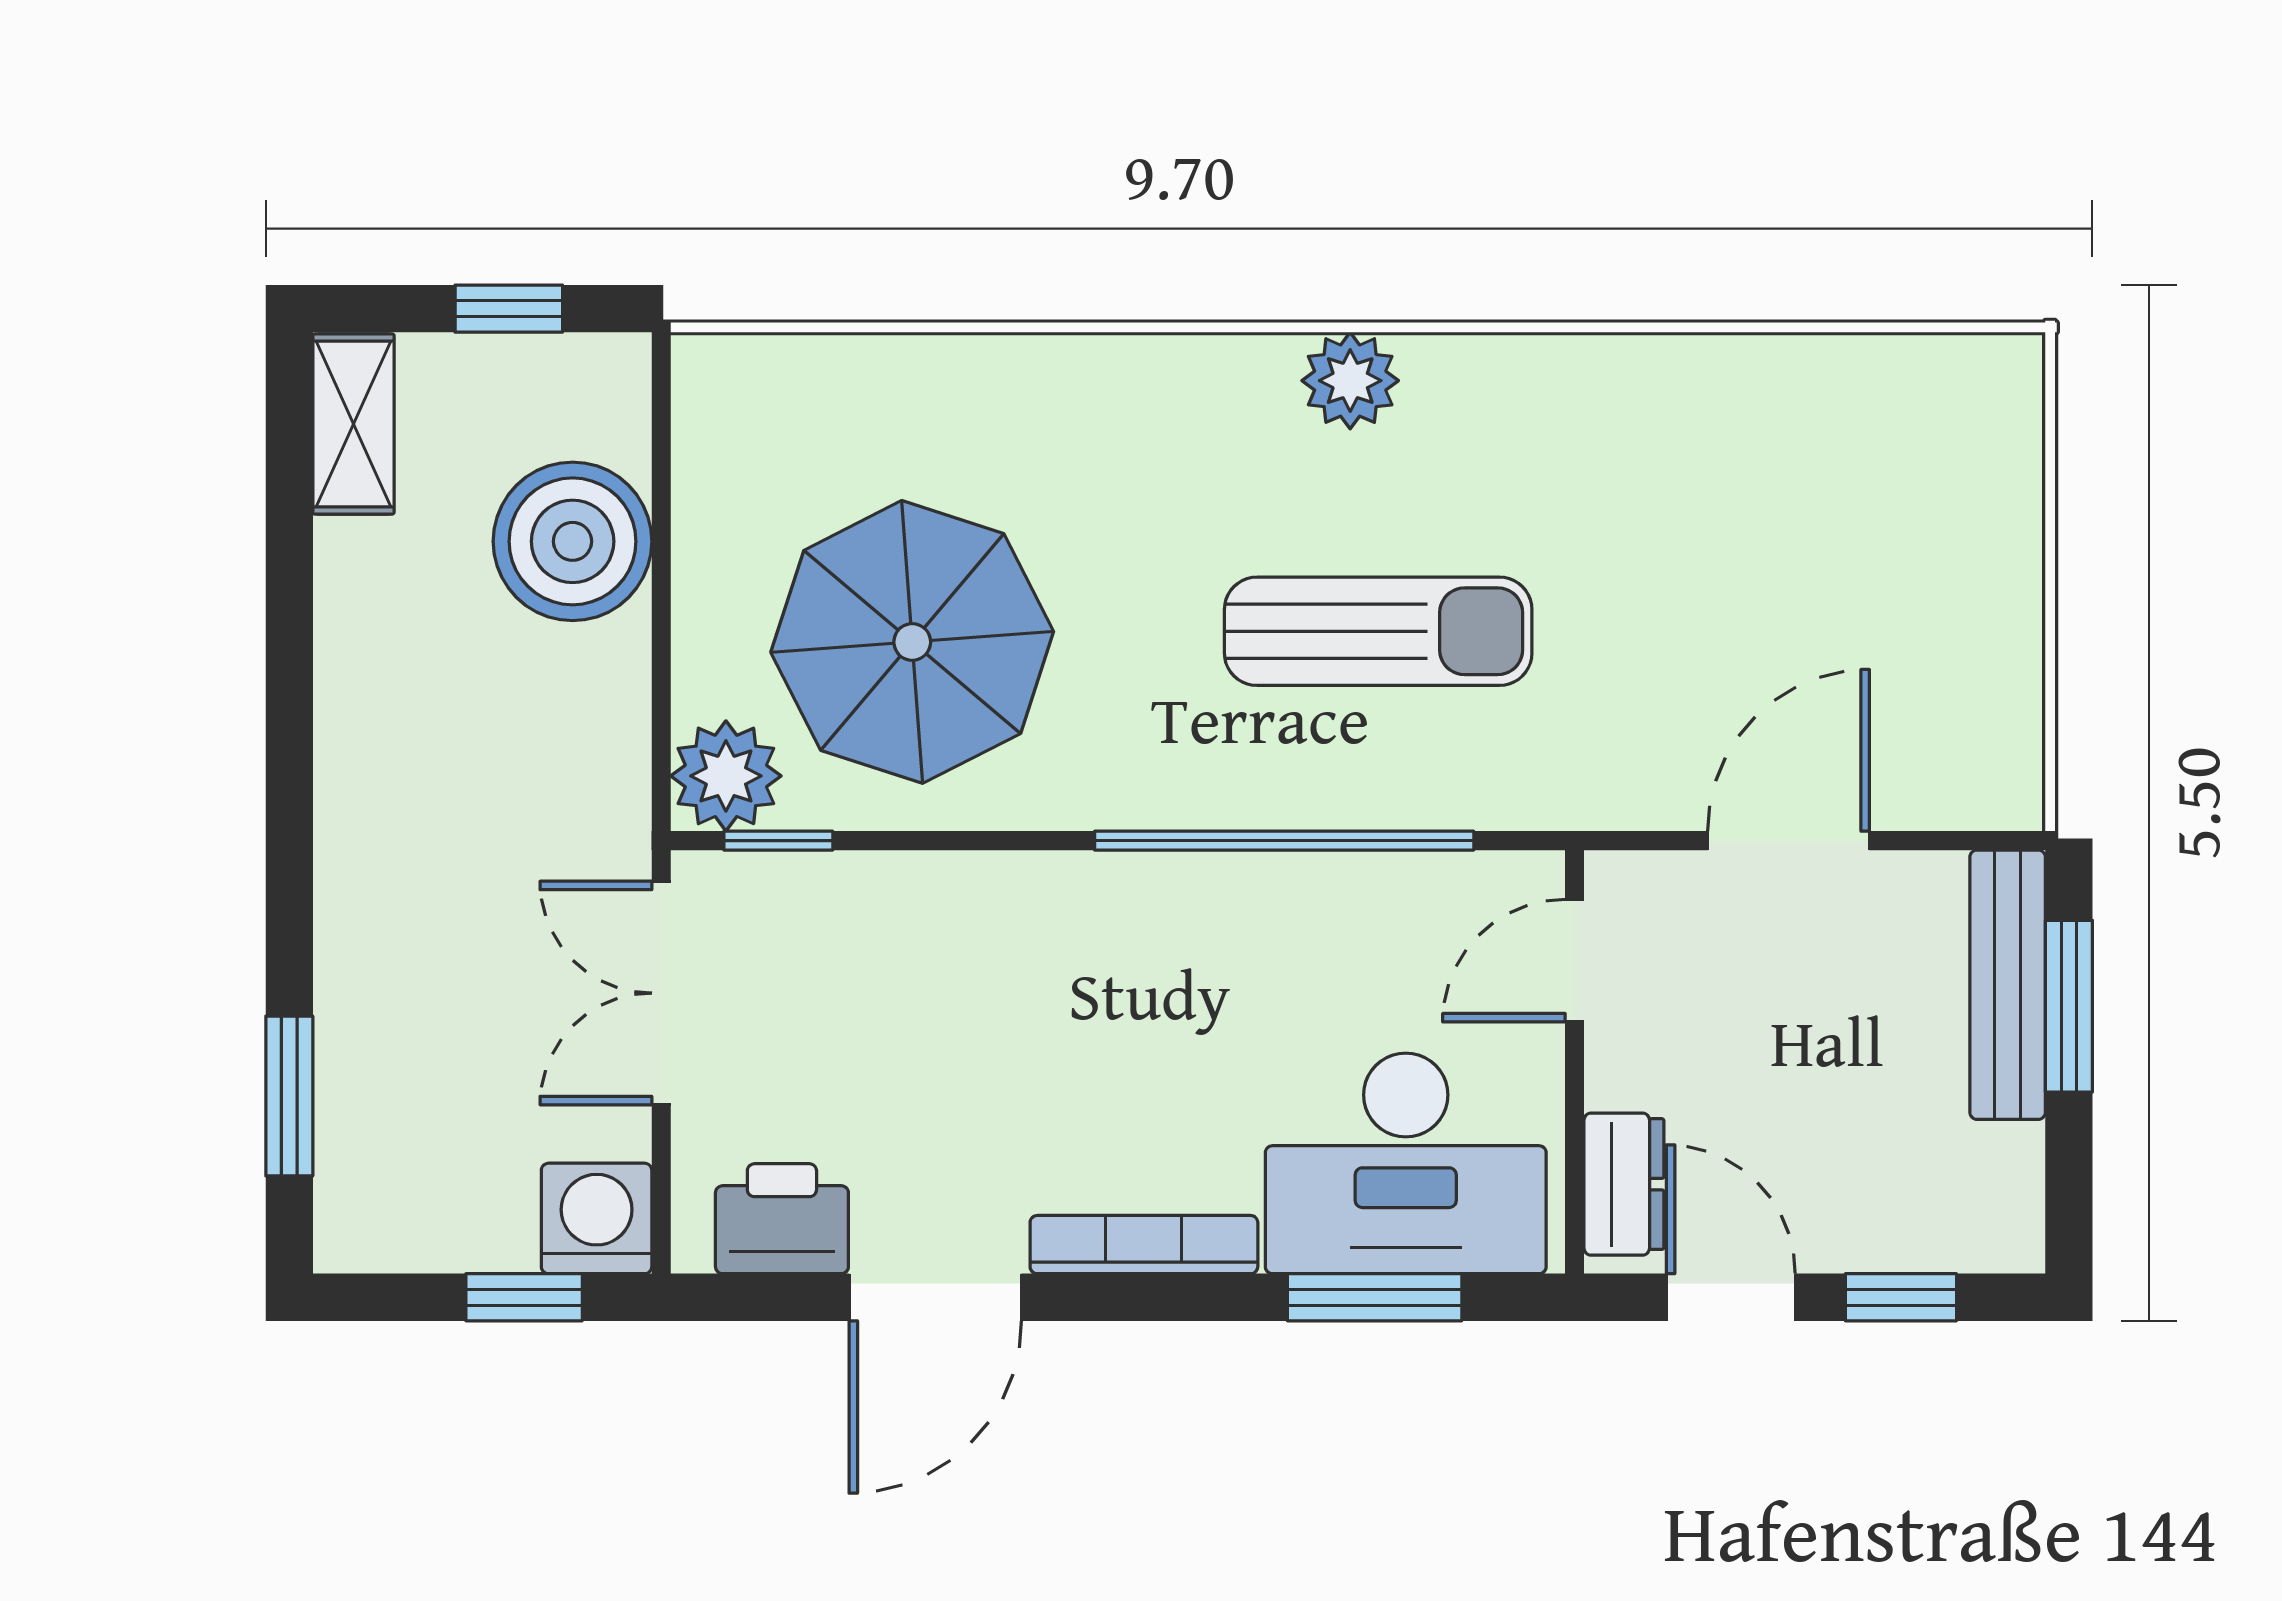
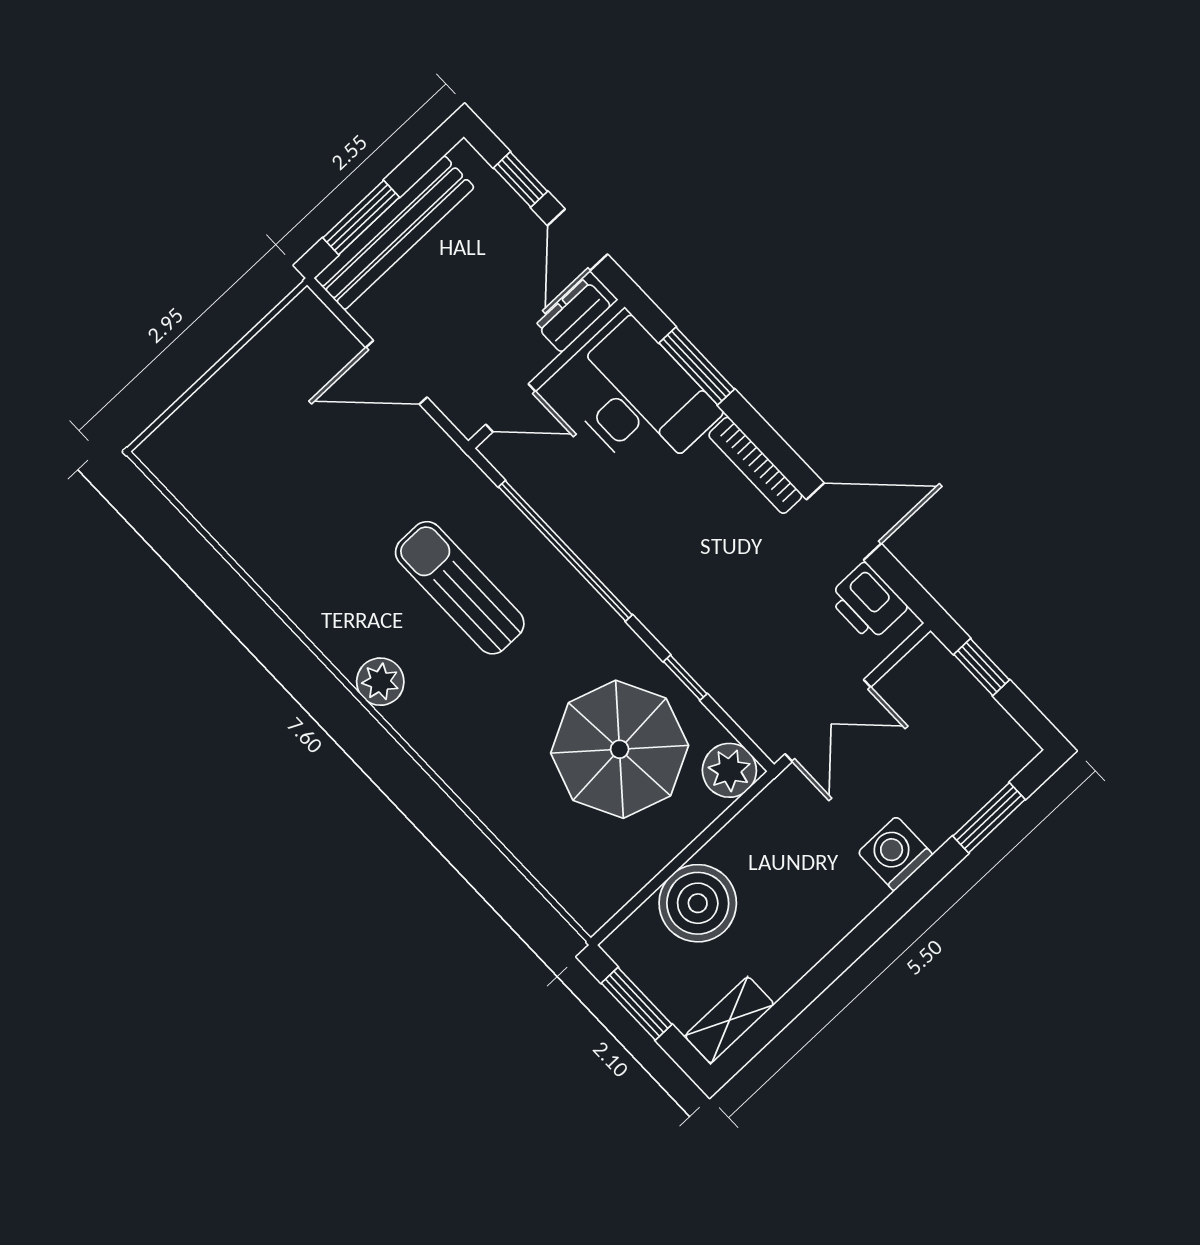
window: (509, 309) -> (637, 1004), width x1.50
window: (778, 841) -> (685, 678), moved
bench: (2008, 985) -> (394, 233), width x1.37, depth x1.21
washing machine: (597, 1218) -> (895, 854), moved, turned 90

